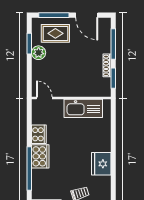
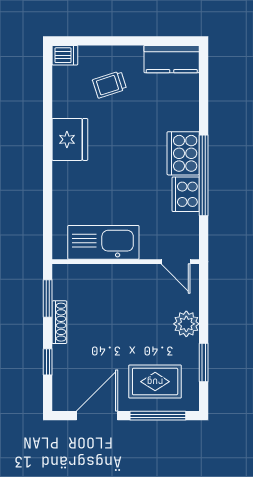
door: (87, 15) -> (97, 416), hinge flipped
window: (113, 44) -> (48, 362), width x0.46
plant: (39, 53) -> (186, 324), moved
window: (29, 169) -> (204, 175), moved

